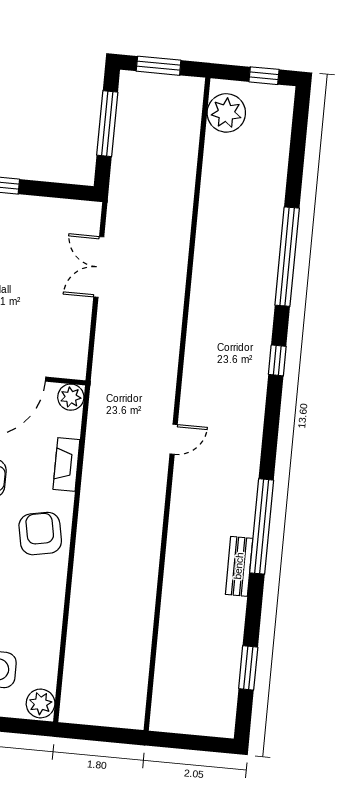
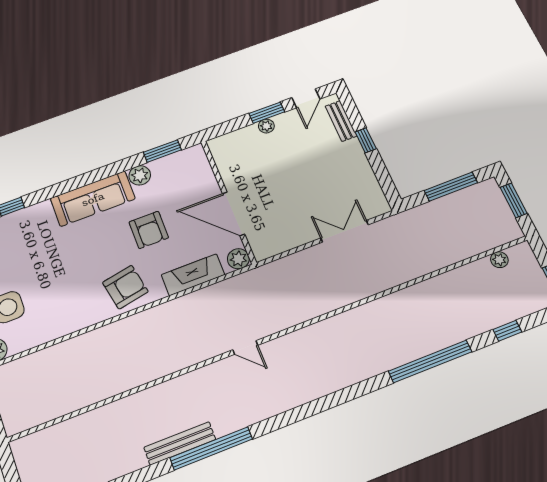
plant: (226, 113) -> (499, 260), width x0.53, depth x0.53
window: (277, 360) -> (507, 331), moved
fireplace: (66, 464) -> (193, 275), width x1.37, depth x1.32
bench: (239, 566) -> (180, 443), width x1.36

